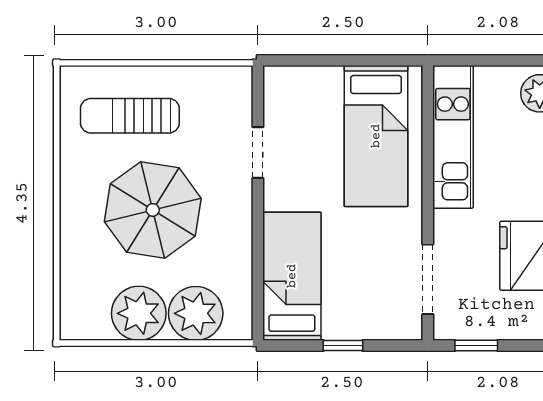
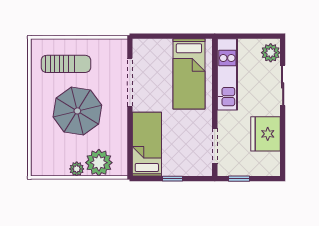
sun lounger: (130, 116) -> (66, 64), turned 180
doorway: (258, 152) -> (130, 82), width x1.87
plant: (139, 313) -> (77, 169), width x0.53, depth x0.53

